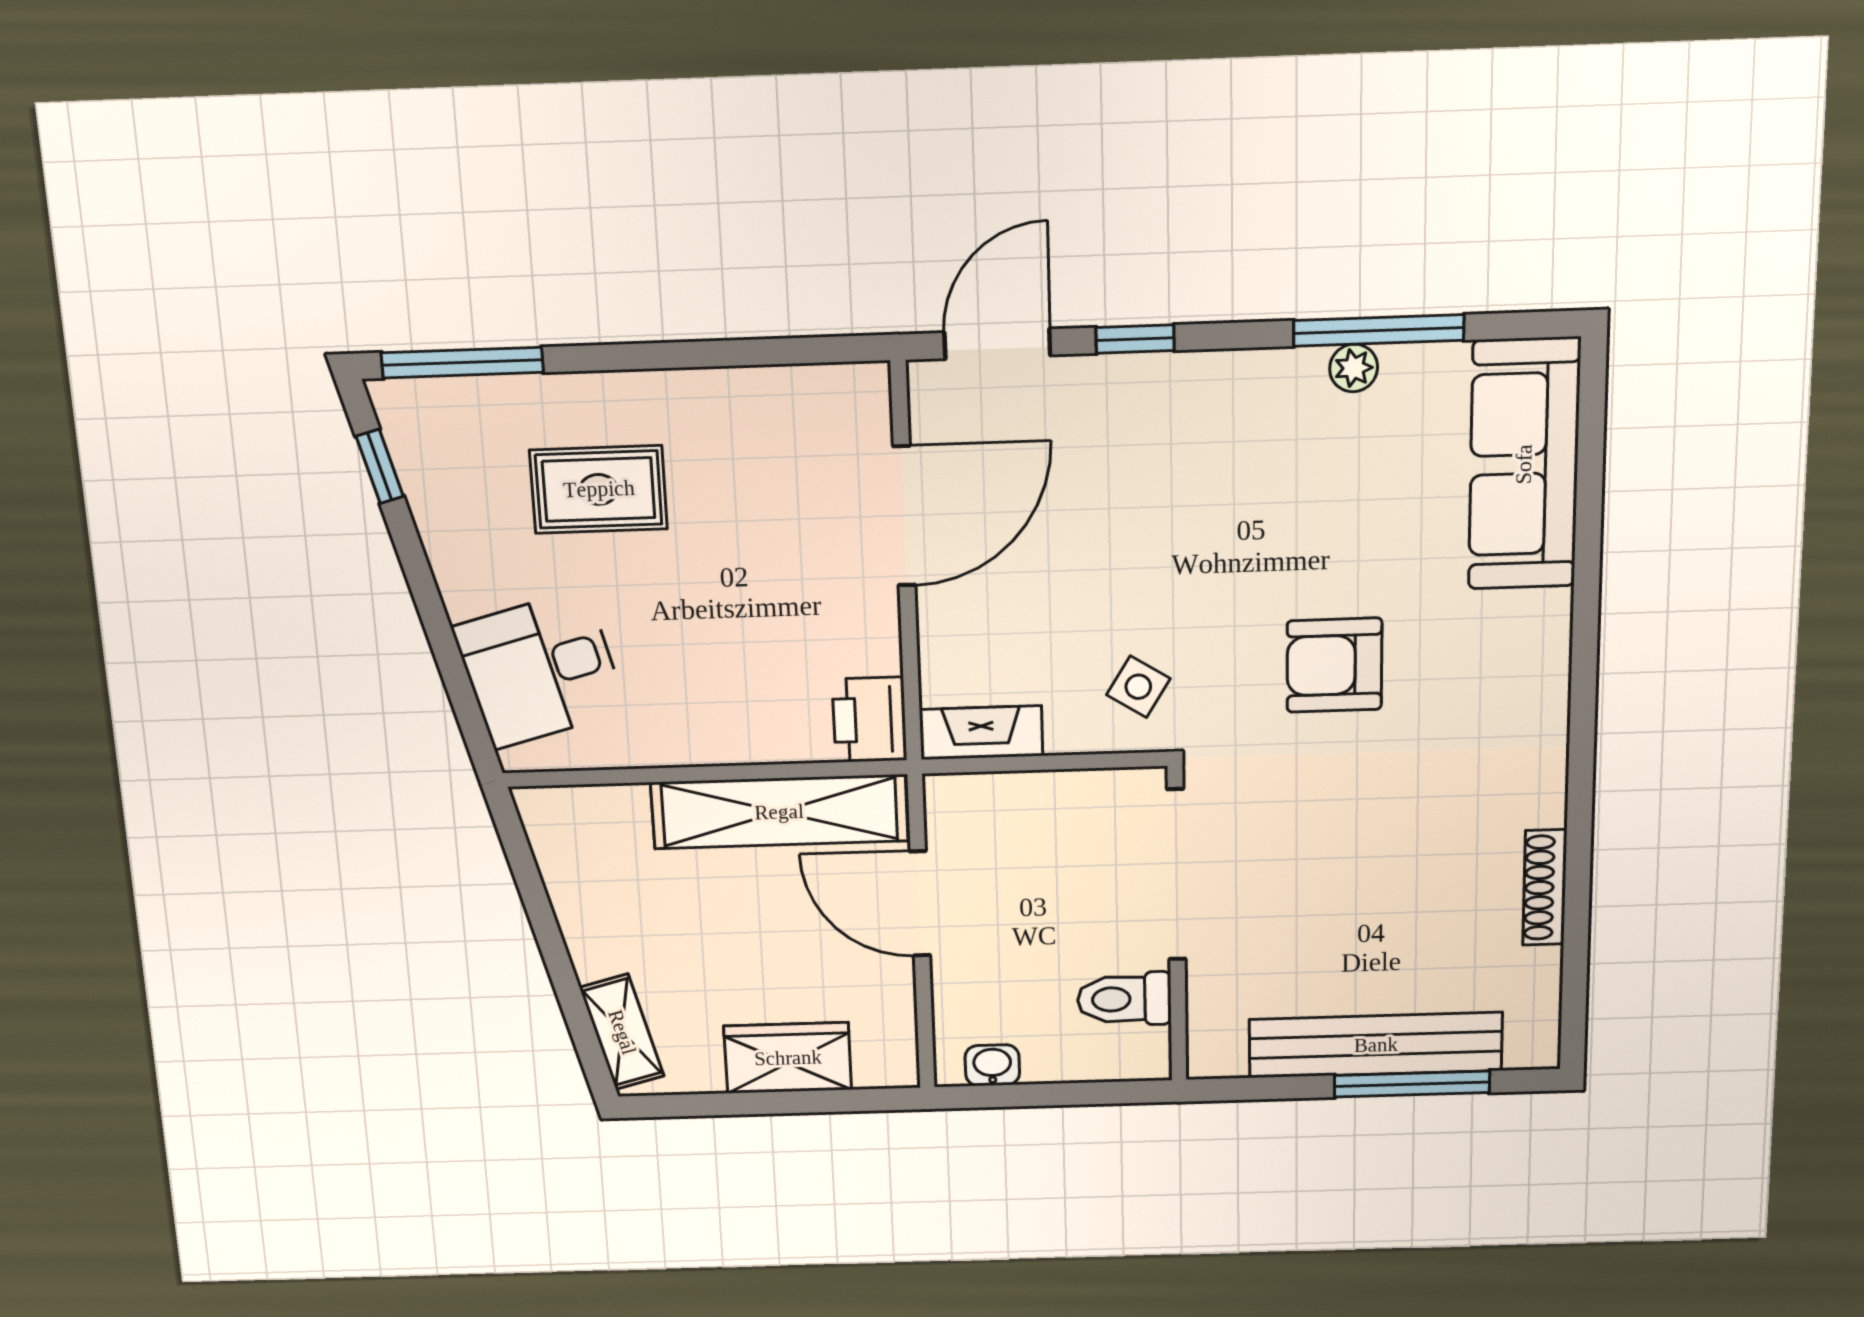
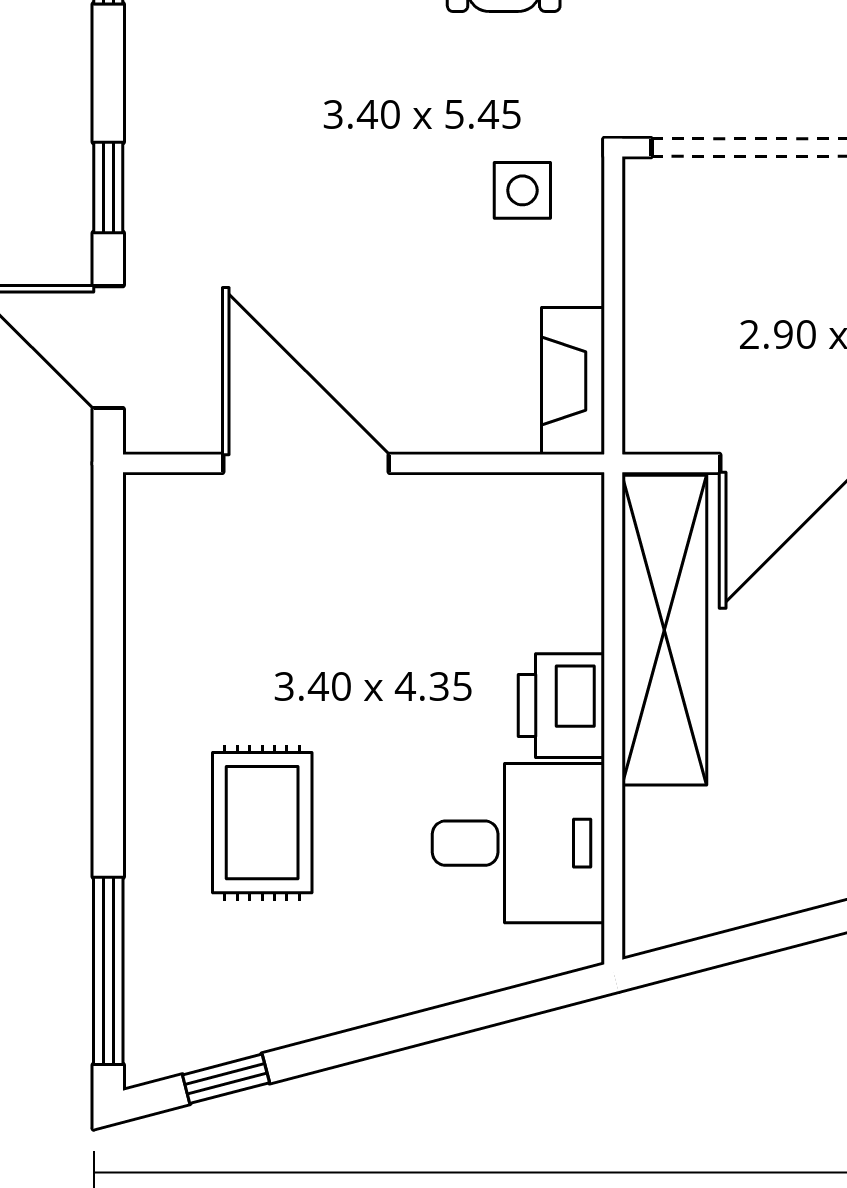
desk: (540, 669) -> (518, 843), moved, turned -75
side table: (1138, 687) -> (522, 190), turned -32
printer: (870, 720) -> (561, 706), moved, turned 90

